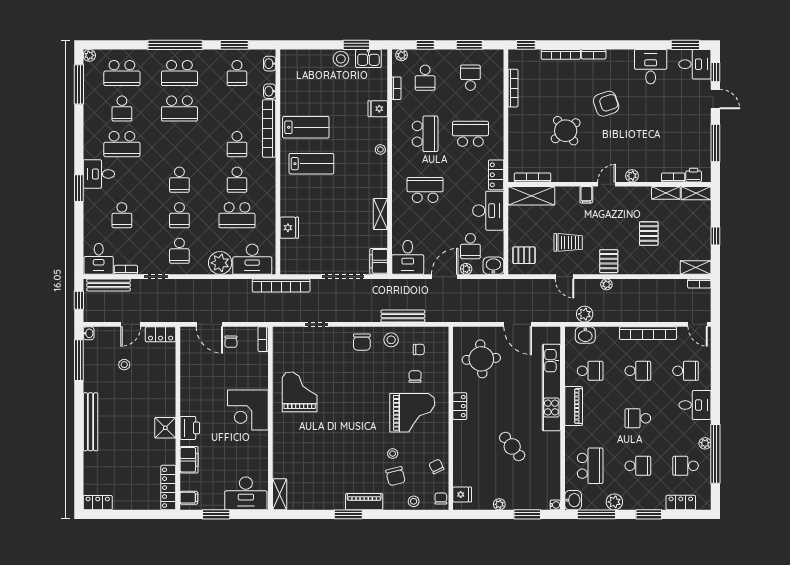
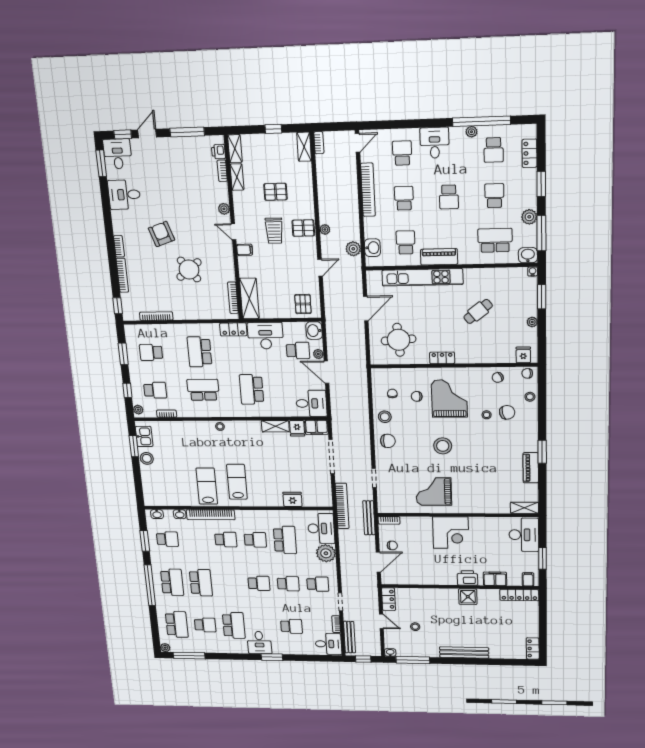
fridge: (378, 109) -> (297, 428), moved
trolley: (568, 242) -> (274, 231), moved, turned 180
bench: (403, 316) -> (369, 518), moved
stool: (356, 404) -> (443, 446), added
piano: (364, 502) -> (531, 468), moved

